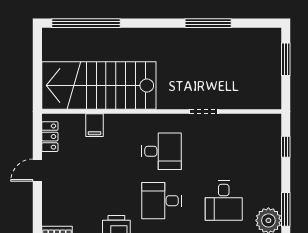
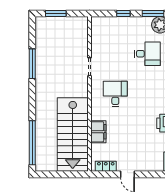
filing cabinet: (94, 125) -> (98, 132), width x2.00
window: (286, 147) -> (123, 14), moved
desk: (162, 201) -> (147, 94), removed

